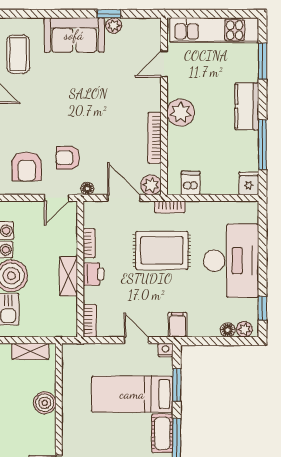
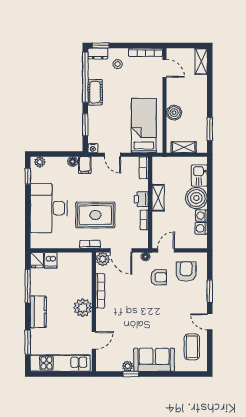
dishwasher: (191, 183) -> (51, 260), moved
floor lamp: (228, 330) -> (73, 162), moved
bed: (132, 394) -> (144, 126), moved, turned -90

